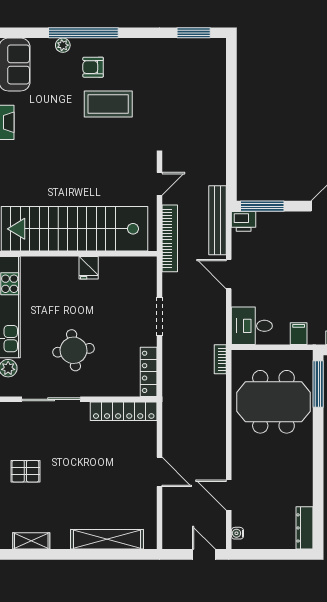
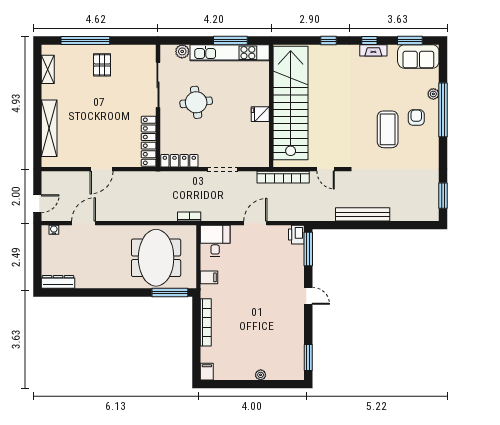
bench: (218, 220) -> (363, 214), moved

